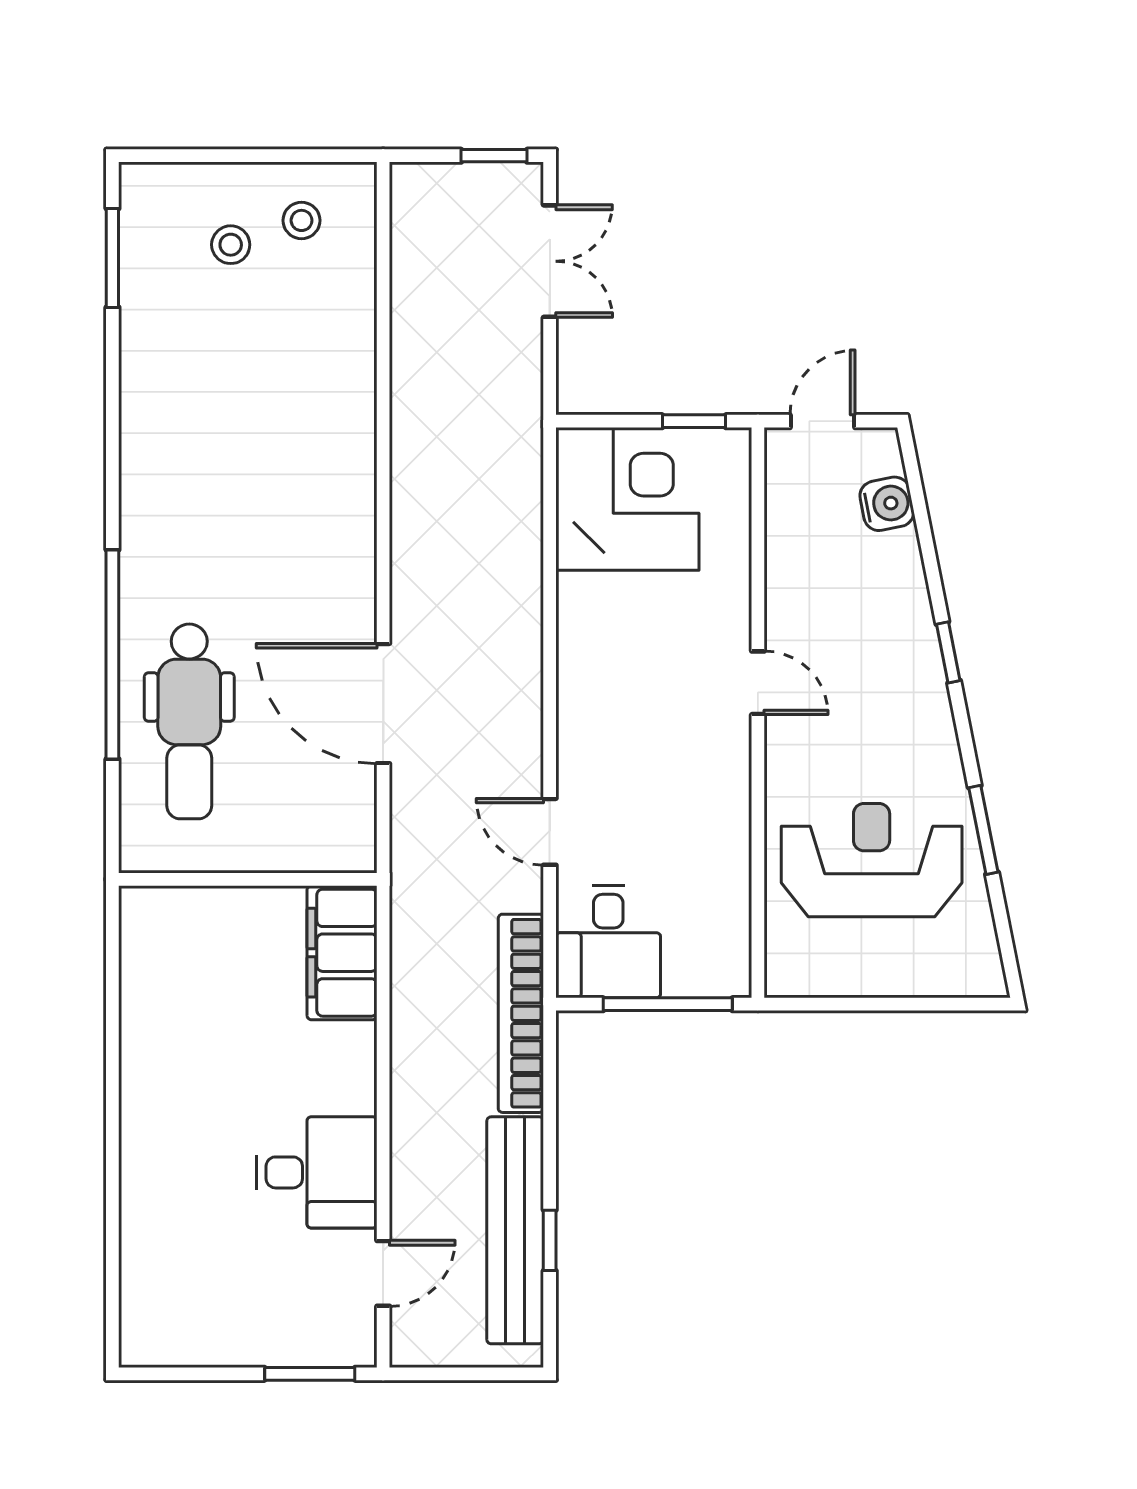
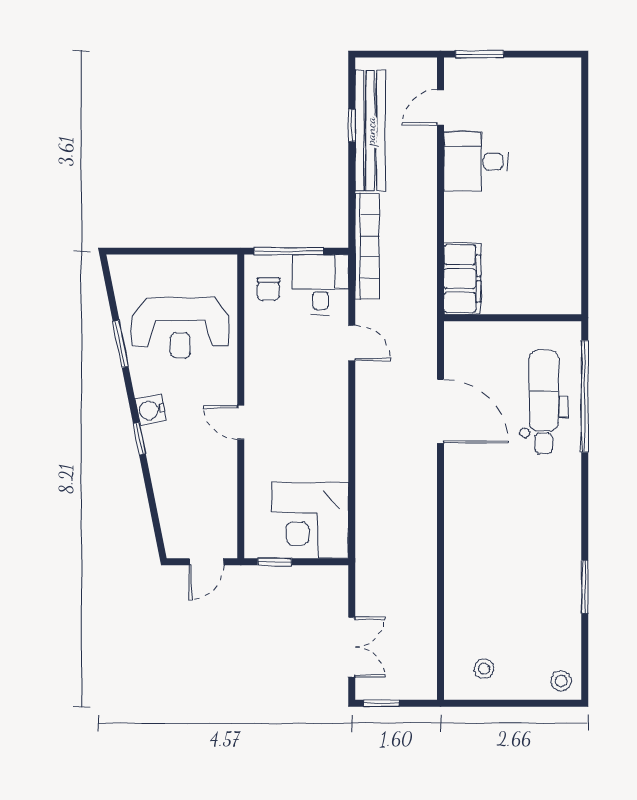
stool: (231, 245) -> (561, 681), moved
window: (112, 258) -> (585, 587), moved
double door: (550, 261) -> (352, 647), swing flipped
water cooler: (887, 504) -> (151, 410), moved
window: (112, 654) -> (585, 396), moved
chair: (706, 933) -> (268, 289), added

